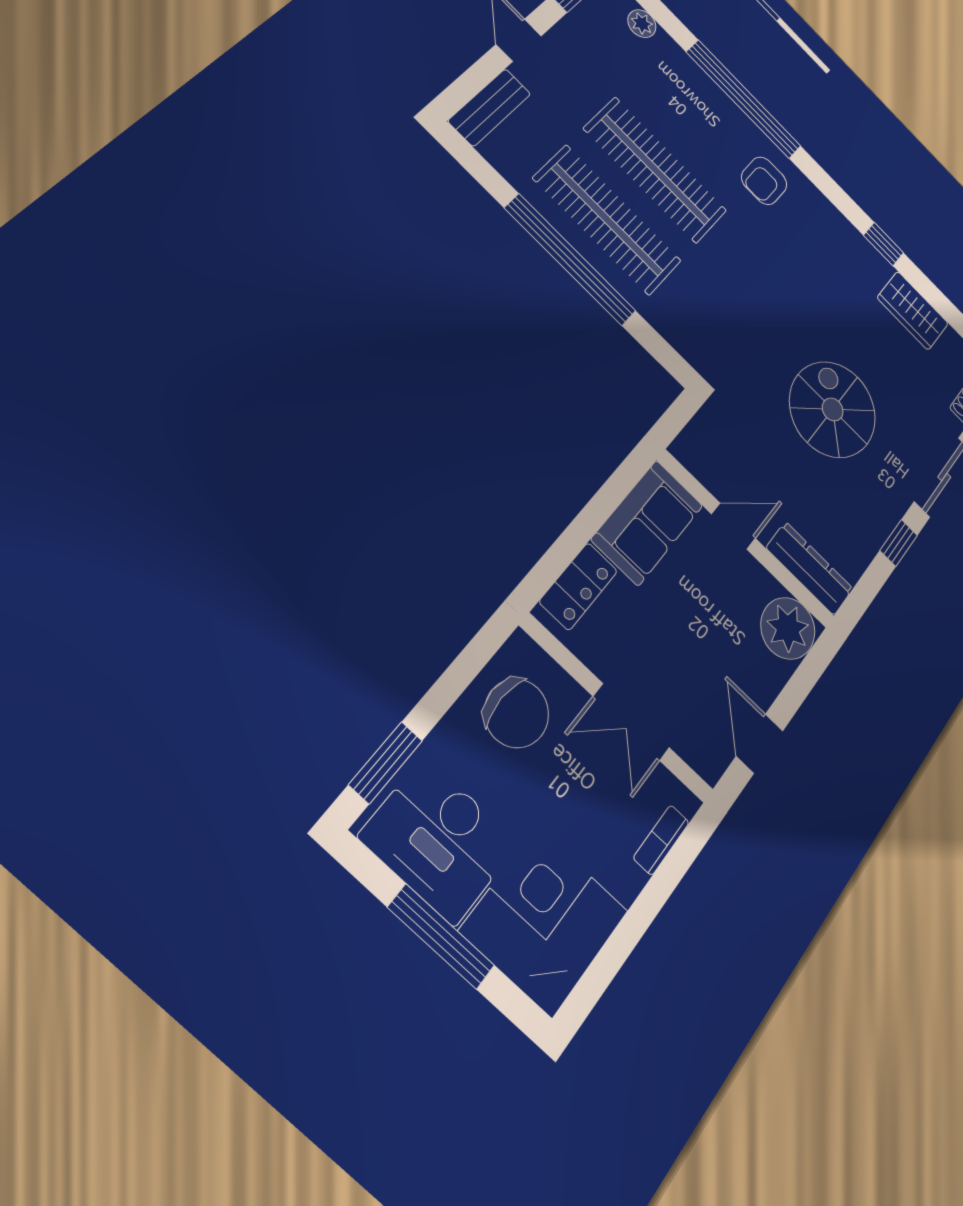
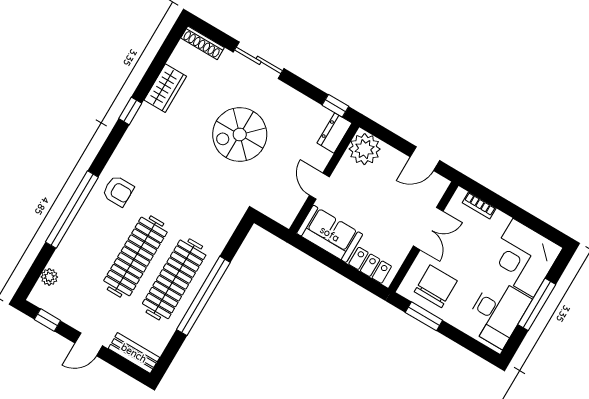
window: (899, 543) -> (335, 106), moved
dresser: (810, 568) -> (334, 133), width x0.70
window: (386, 763) -> (424, 316), moved

